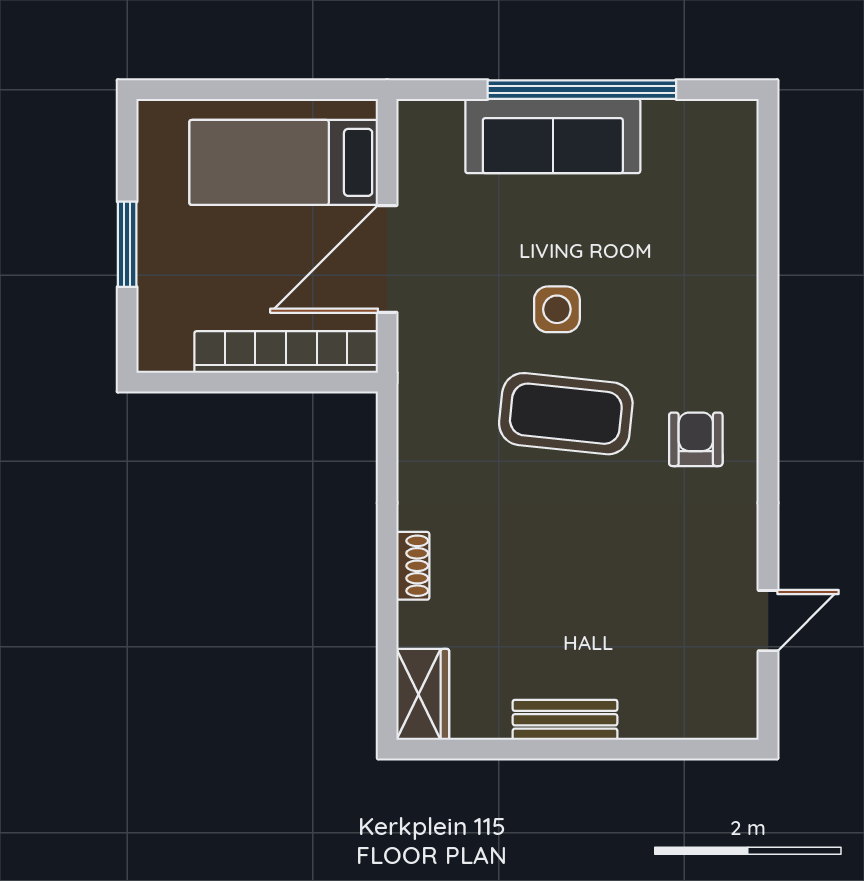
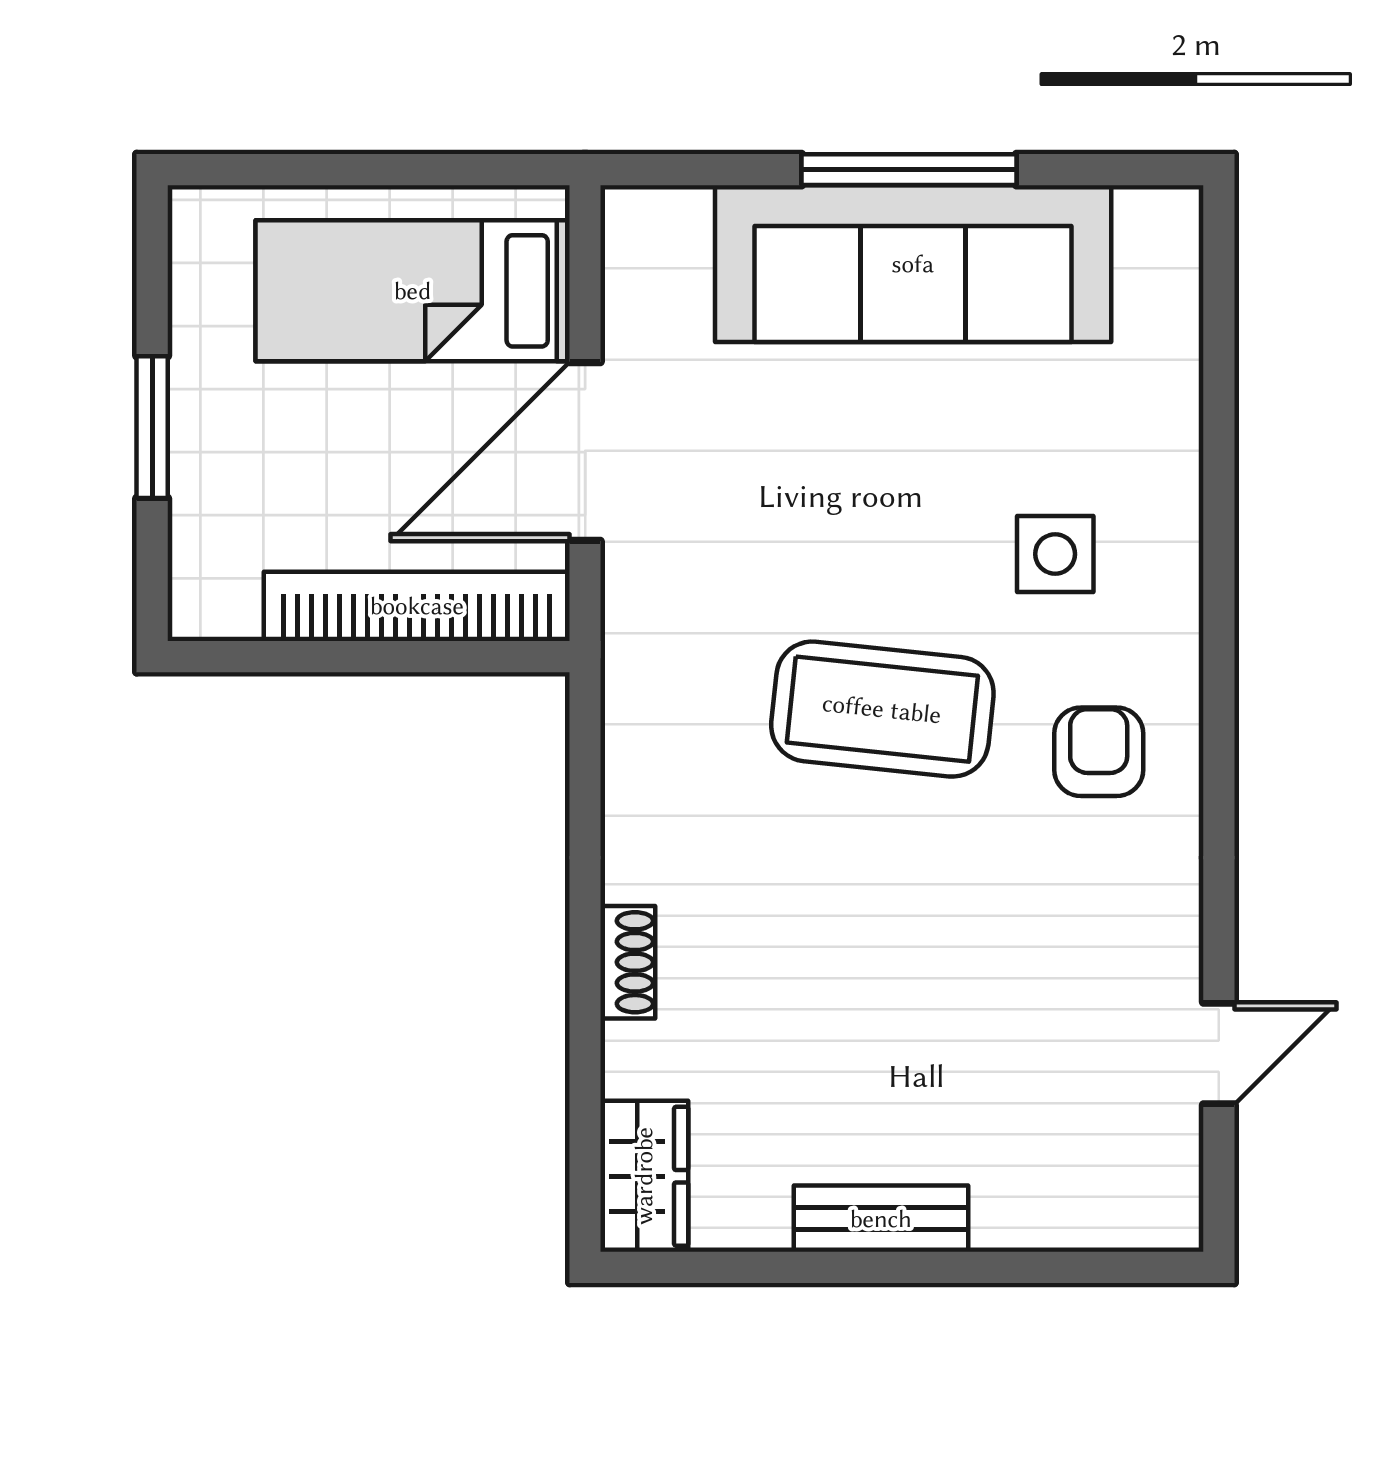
window: (582, 90) -> (909, 170), width x0.68
sofa: (553, 136) -> (913, 264), width x1.36, depth x1.27
side table: (557, 309) -> (1055, 554), moved

